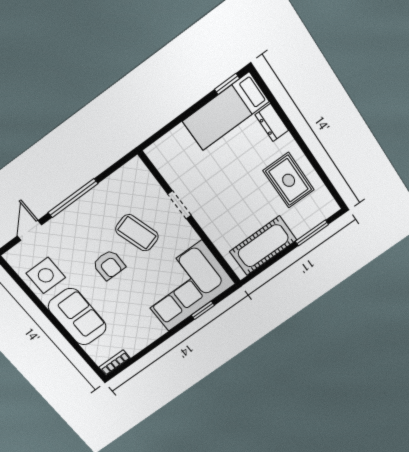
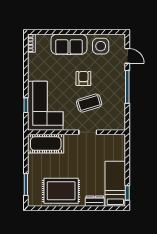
rug: (289, 180) -> (61, 191), width x1.36, depth x1.43
cot: (263, 246) -> (46, 144), moved, turned 90
armchair: (109, 265) -> (83, 79), turned 90

